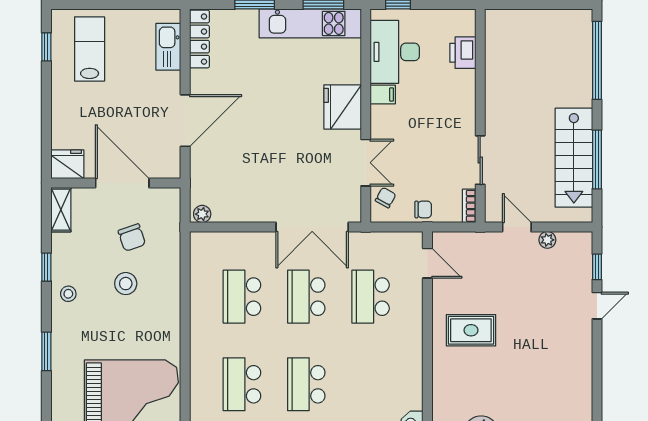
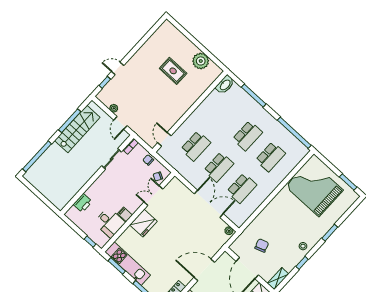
desk: (395, 52) -> (110, 223), width x0.73
double door: (312, 227) -> (209, 204), moved
stool: (126, 284) -> (279, 231), removed
rug: (471, 330) -> (173, 71), moved

